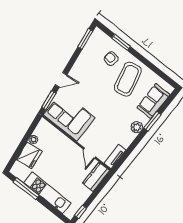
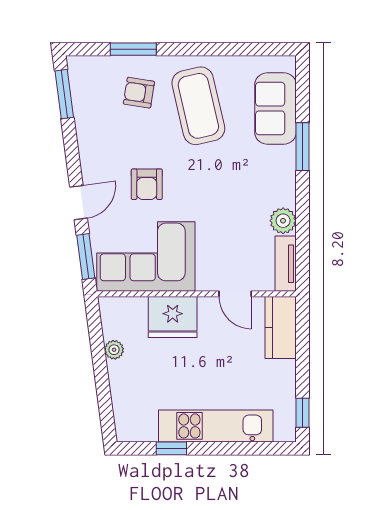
armchair: (89, 92) -> (147, 184), added
plant: (137, 127) -> (283, 221), moved
fridge: (29, 155) -> (173, 317), moved, turned 98
window: (26, 189) -> (171, 448), width x0.46

